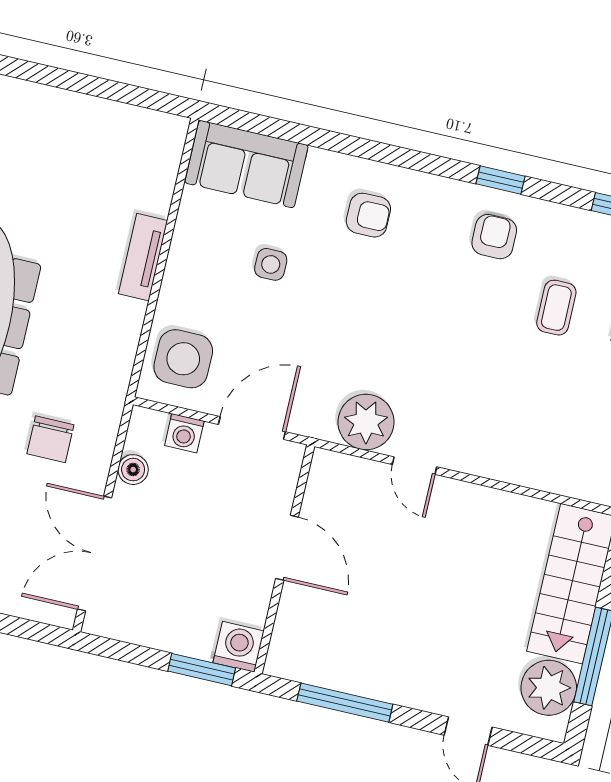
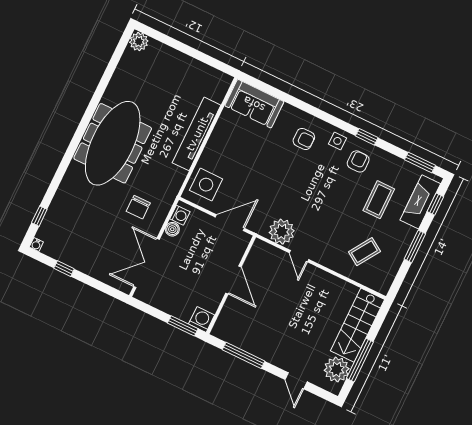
tv unit: (143, 257) -> (197, 134), width x1.92, depth x1.29
side table: (271, 264) -> (337, 141), moved
coffee table: (556, 308) -> (379, 200), width x1.36, depth x1.30
coffee table: (551, 425) -> (364, 252), added
washing machine: (184, 433) -> (180, 215), moved, turned -90

